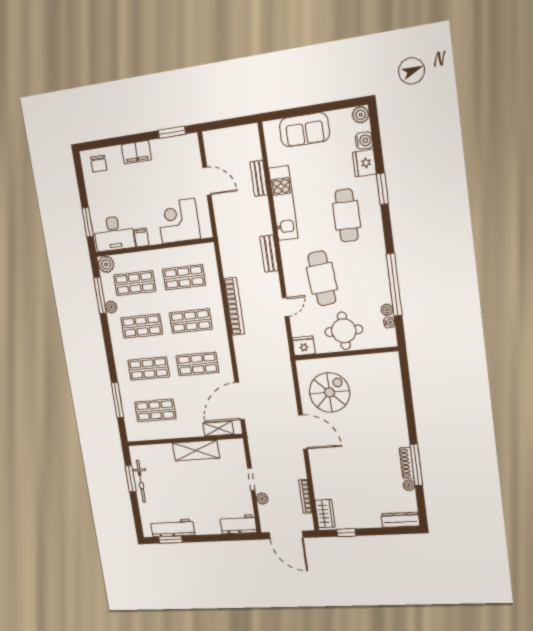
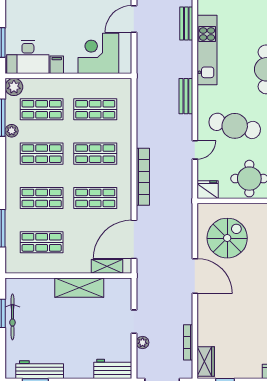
door: (207, 181) -> (134, 19), swing flipped
cafe table: (322, 278) -> (235, 126), turned -72
bookcase: (234, 306) -> (143, 177), moved

